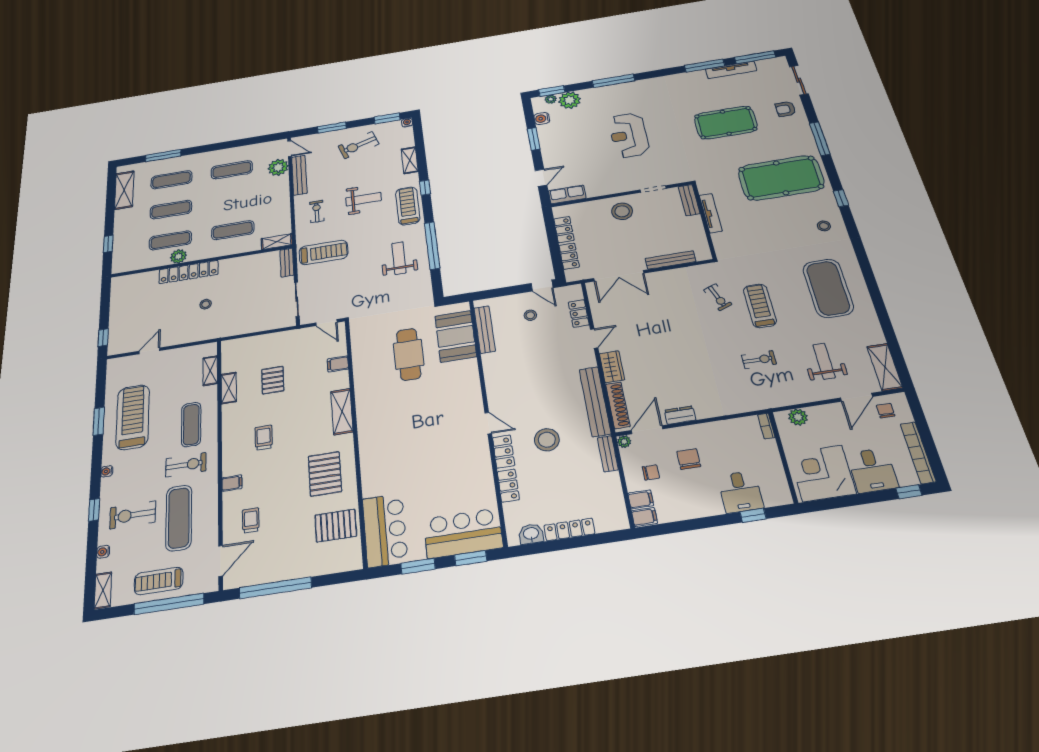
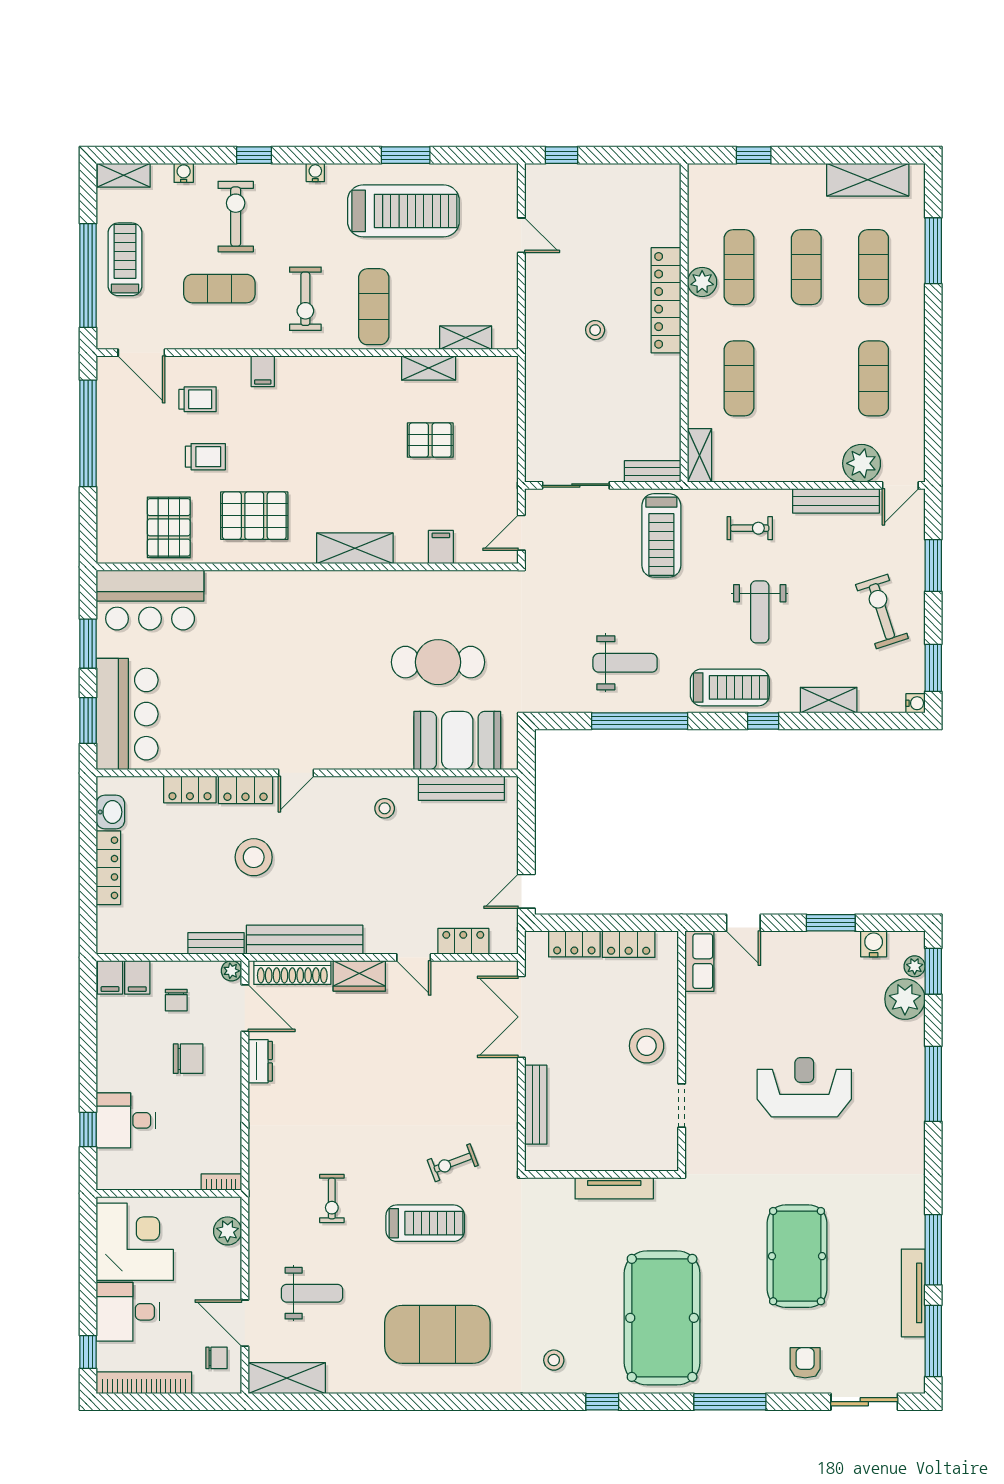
bench: (689, 200) -> (647, 1159), removed
stool: (530, 315) -> (385, 808), moved
exercise mat: (191, 425) -> (374, 307), turned 90
trolley: (264, 438) -> (205, 457), moved
exercise mat: (179, 518) -> (219, 289), width x0.73, depth x0.69

